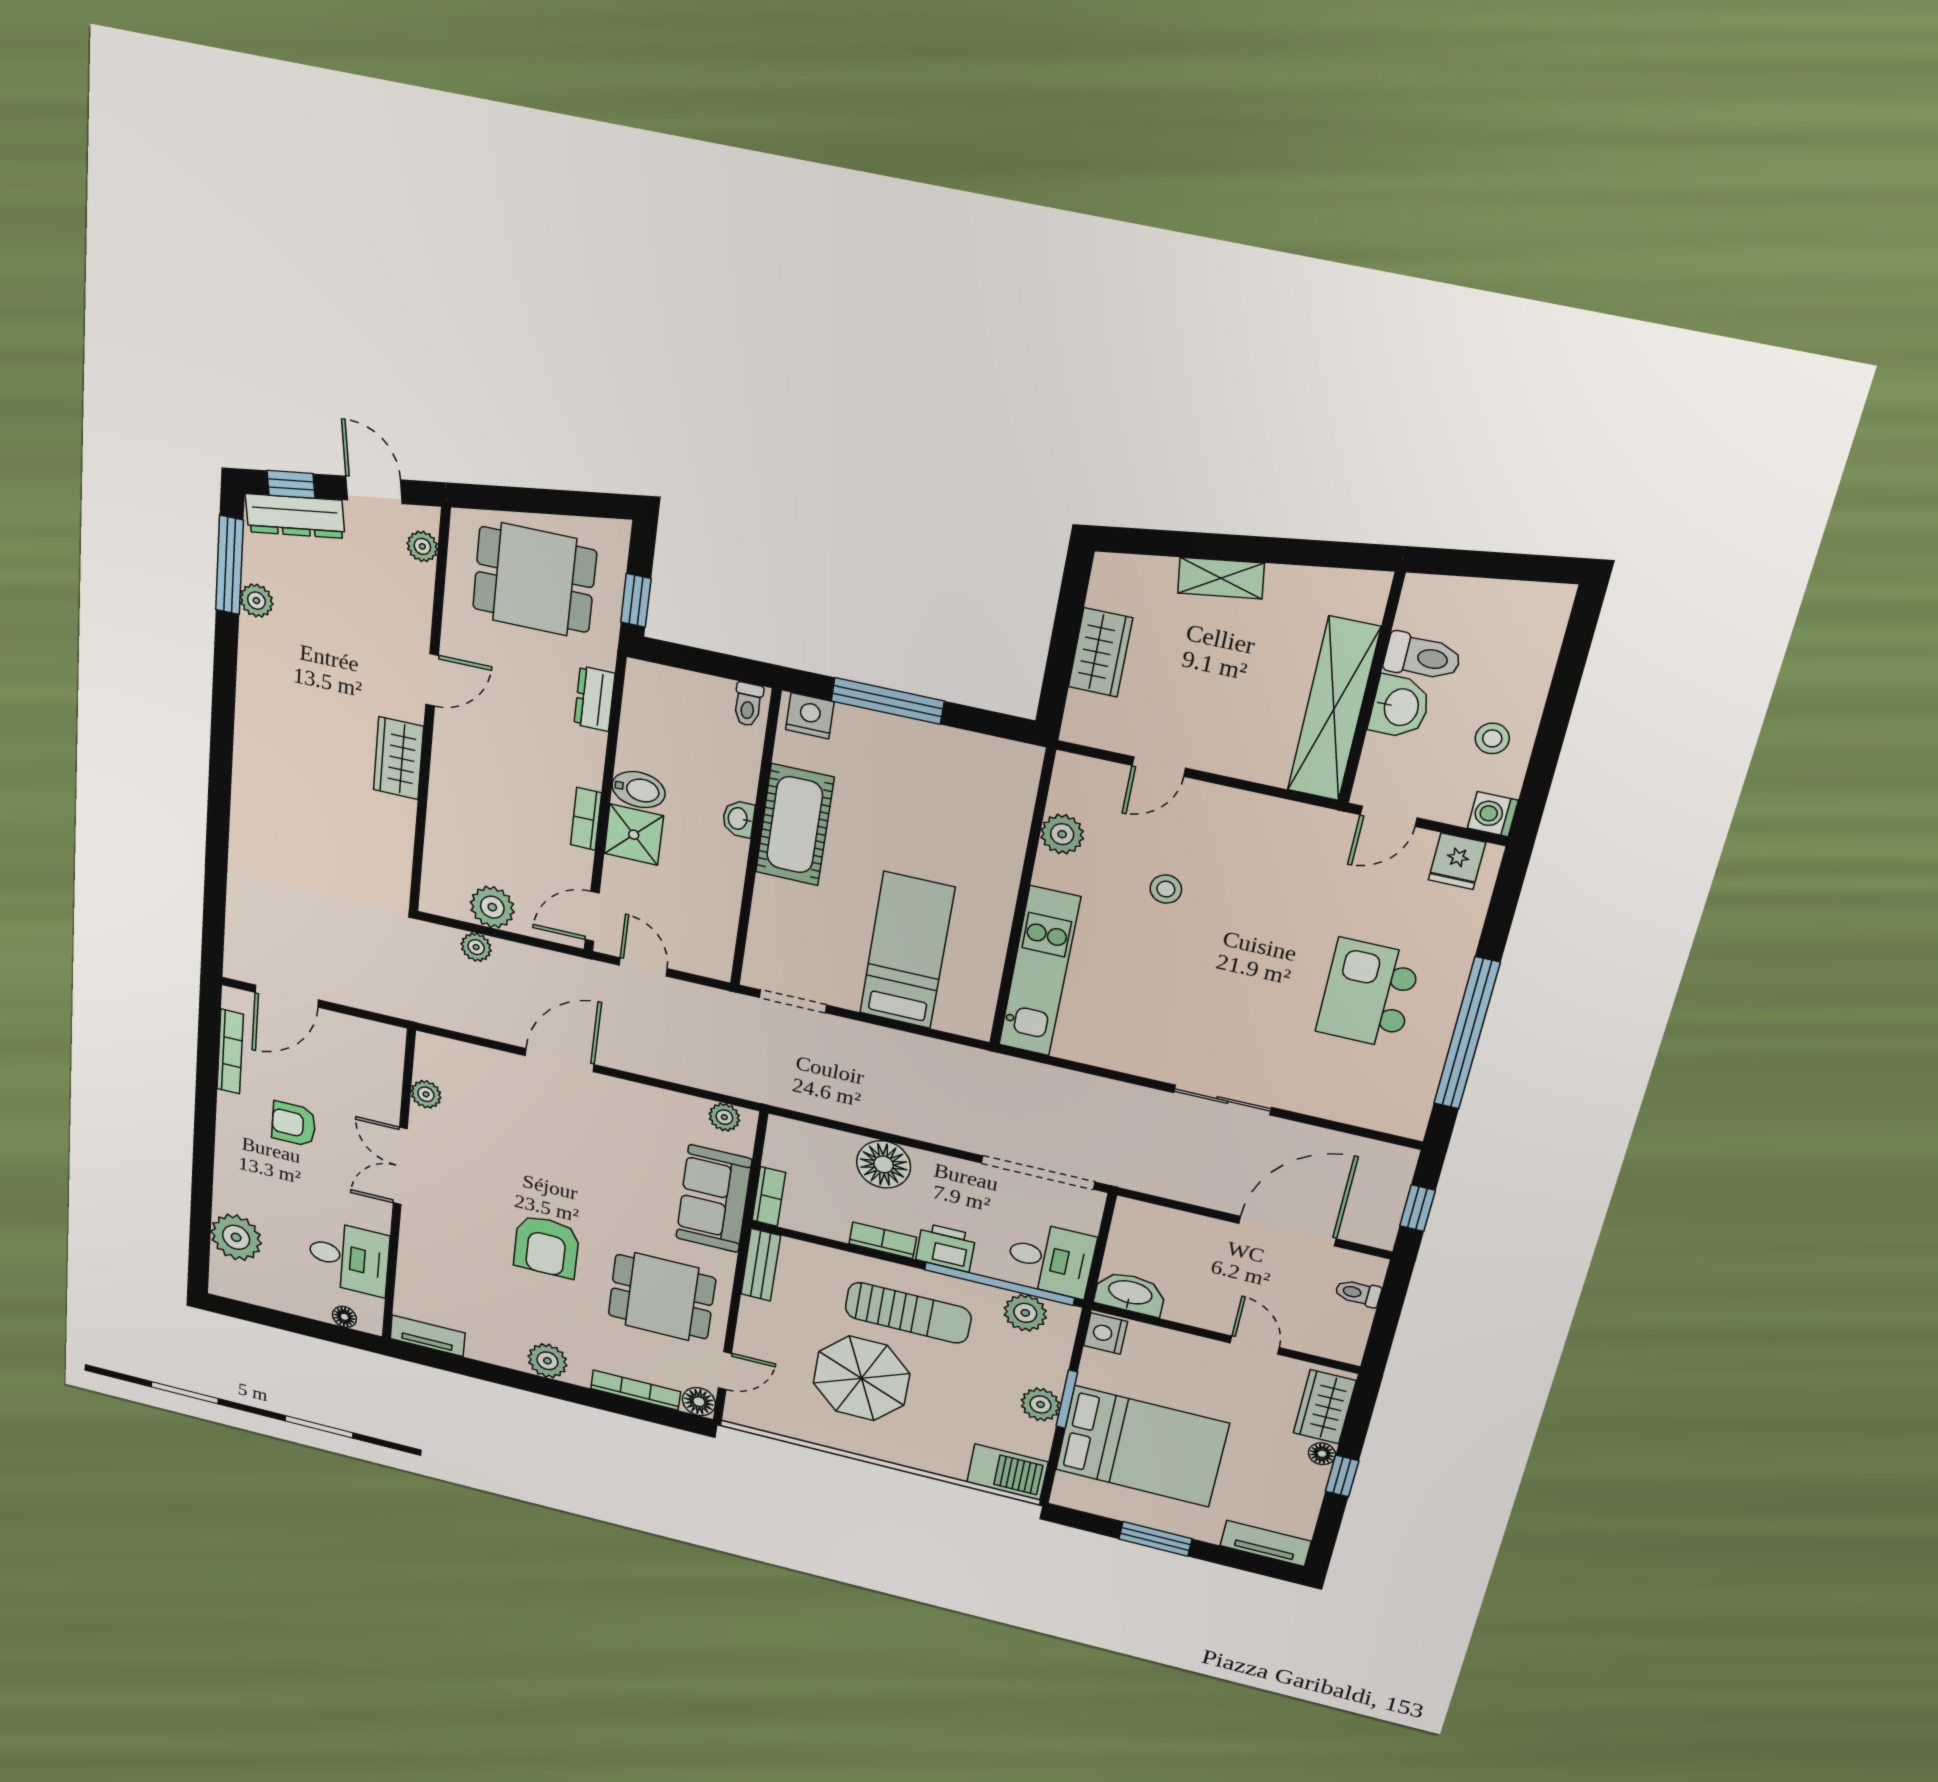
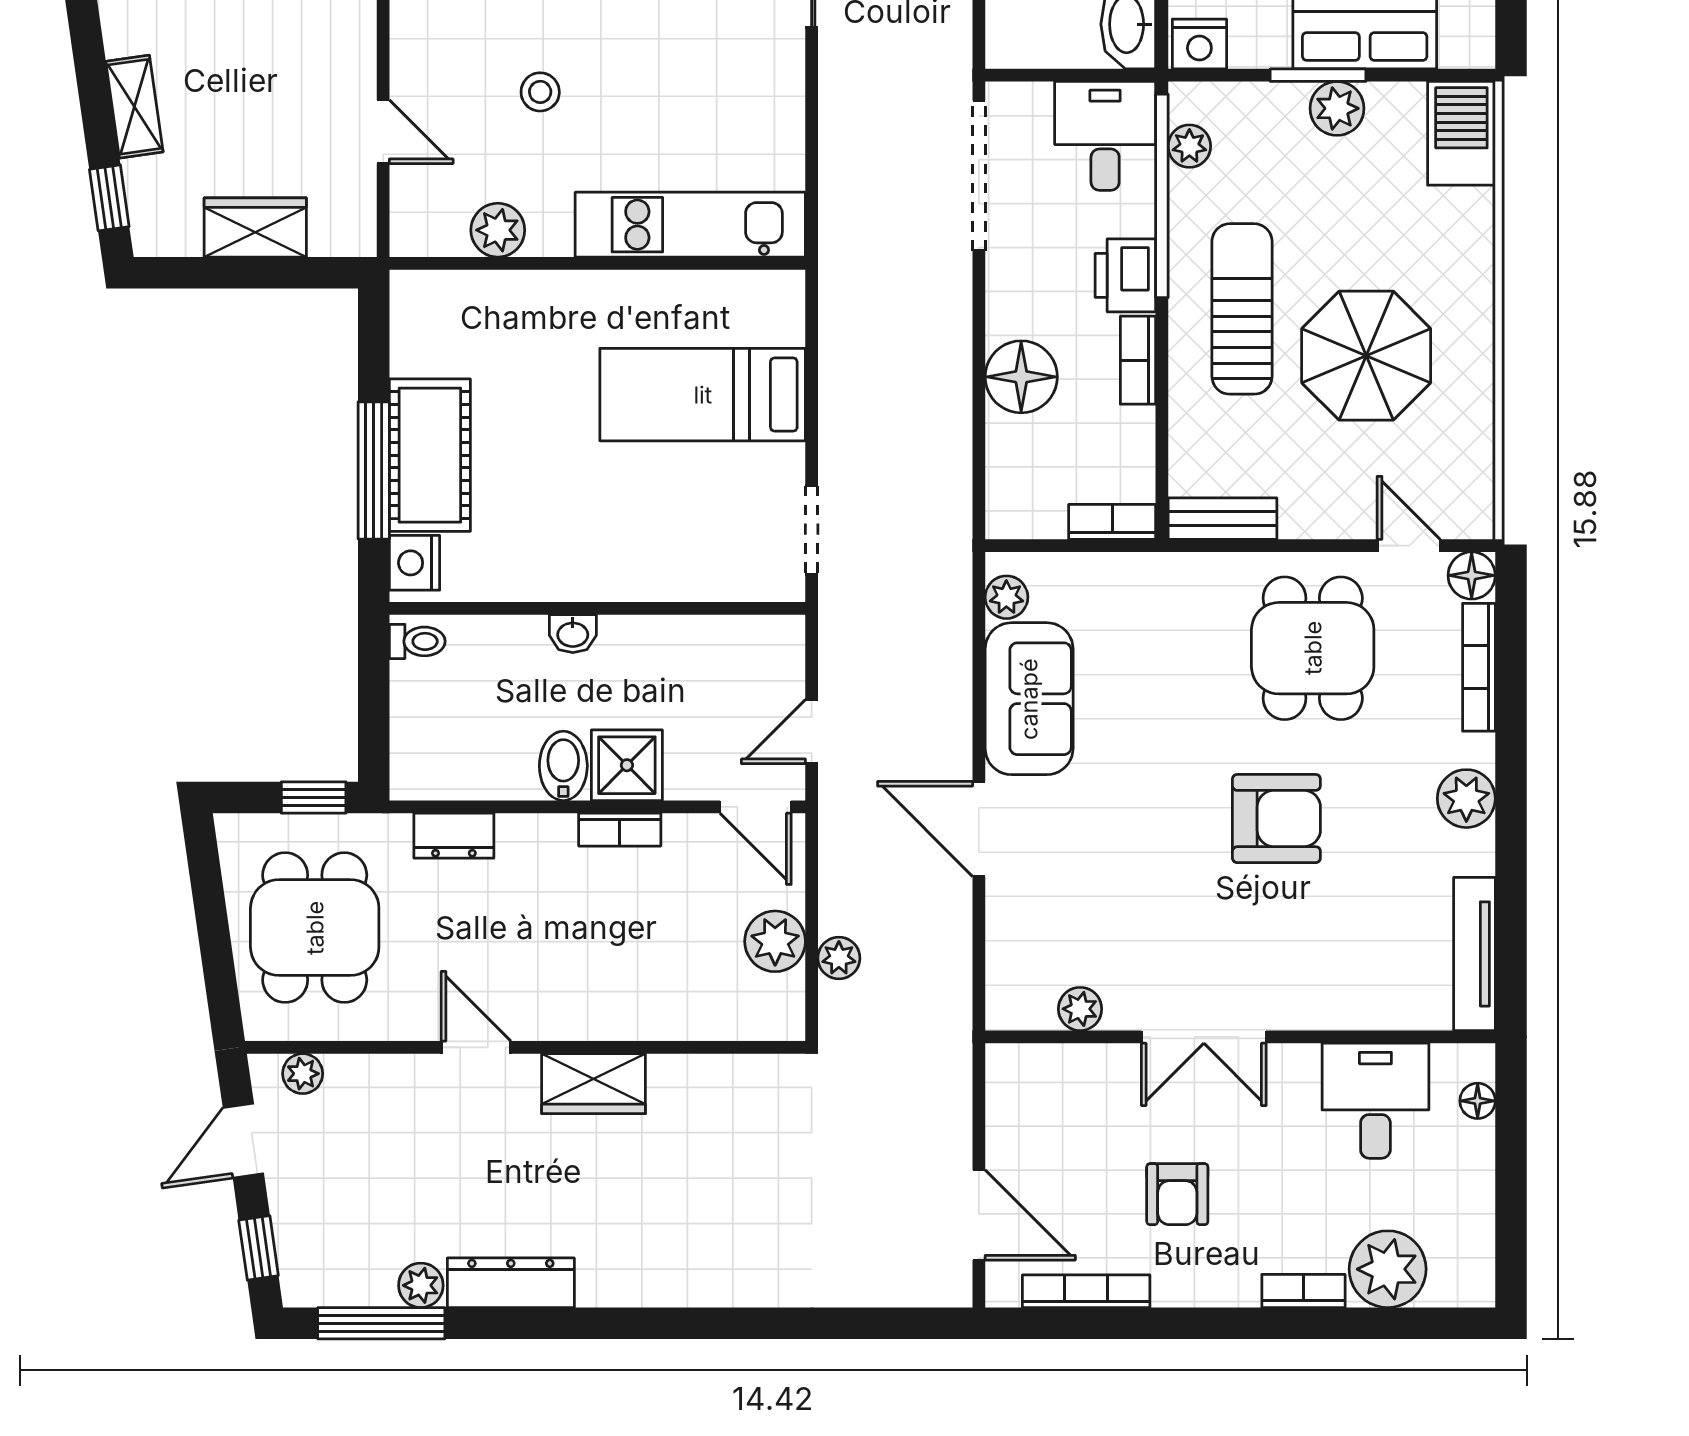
dresser: (295, 516) -> (511, 1283), moved, turned -82
window: (1148, 542) -> (109, 198), added
cot: (795, 825) -> (430, 455), moved, turned 90
bookcase: (224, 1184) -> (1303, 1291), added
sofa: (714, 1199) -> (1029, 699), moved, turned -90
plant: (1025, 1313) -> (1189, 146), width x0.73, depth x0.73
tv unit: (428, 1336) -> (1475, 954), width x1.41

